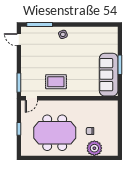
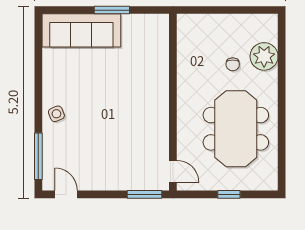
door: (19, 40) -> (66, 194), swing flipped
sofa: (109, 75) -> (81, 30), moved
rug: (56, 82) -> (143, 127), removed

